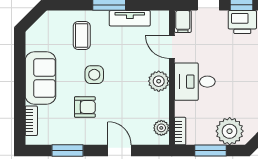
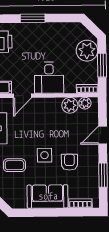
plant: (159, 81) -> (70, 105), moved

